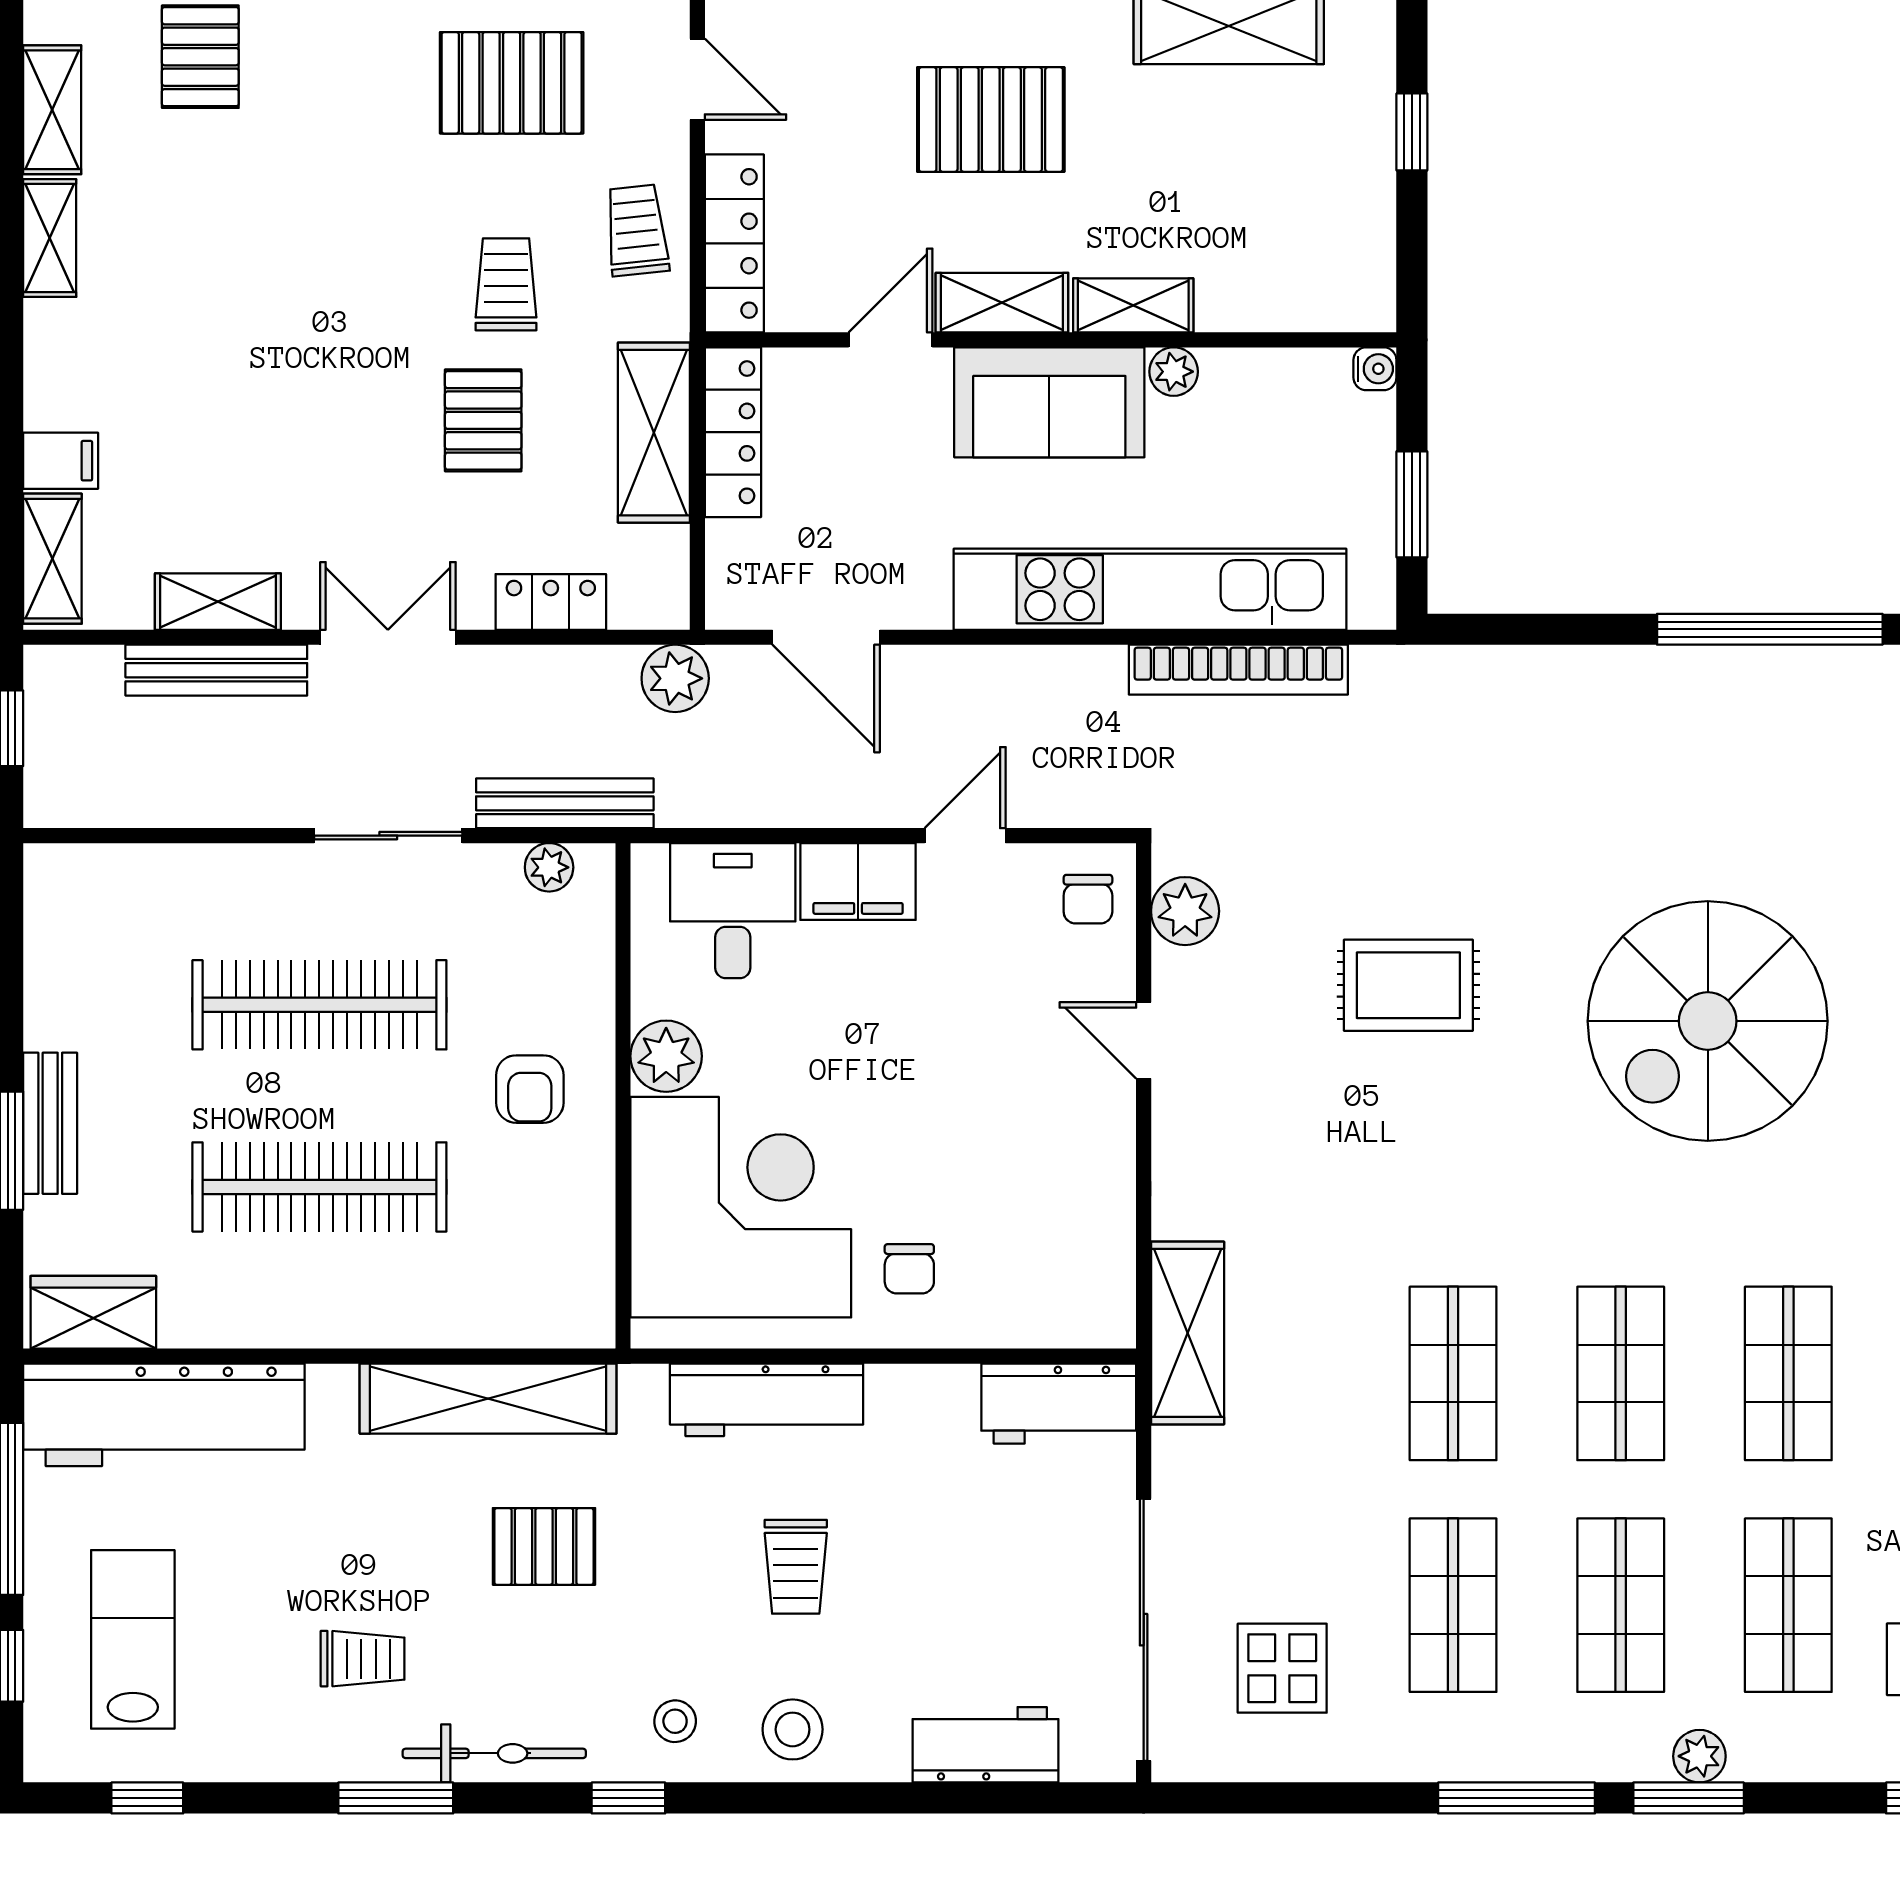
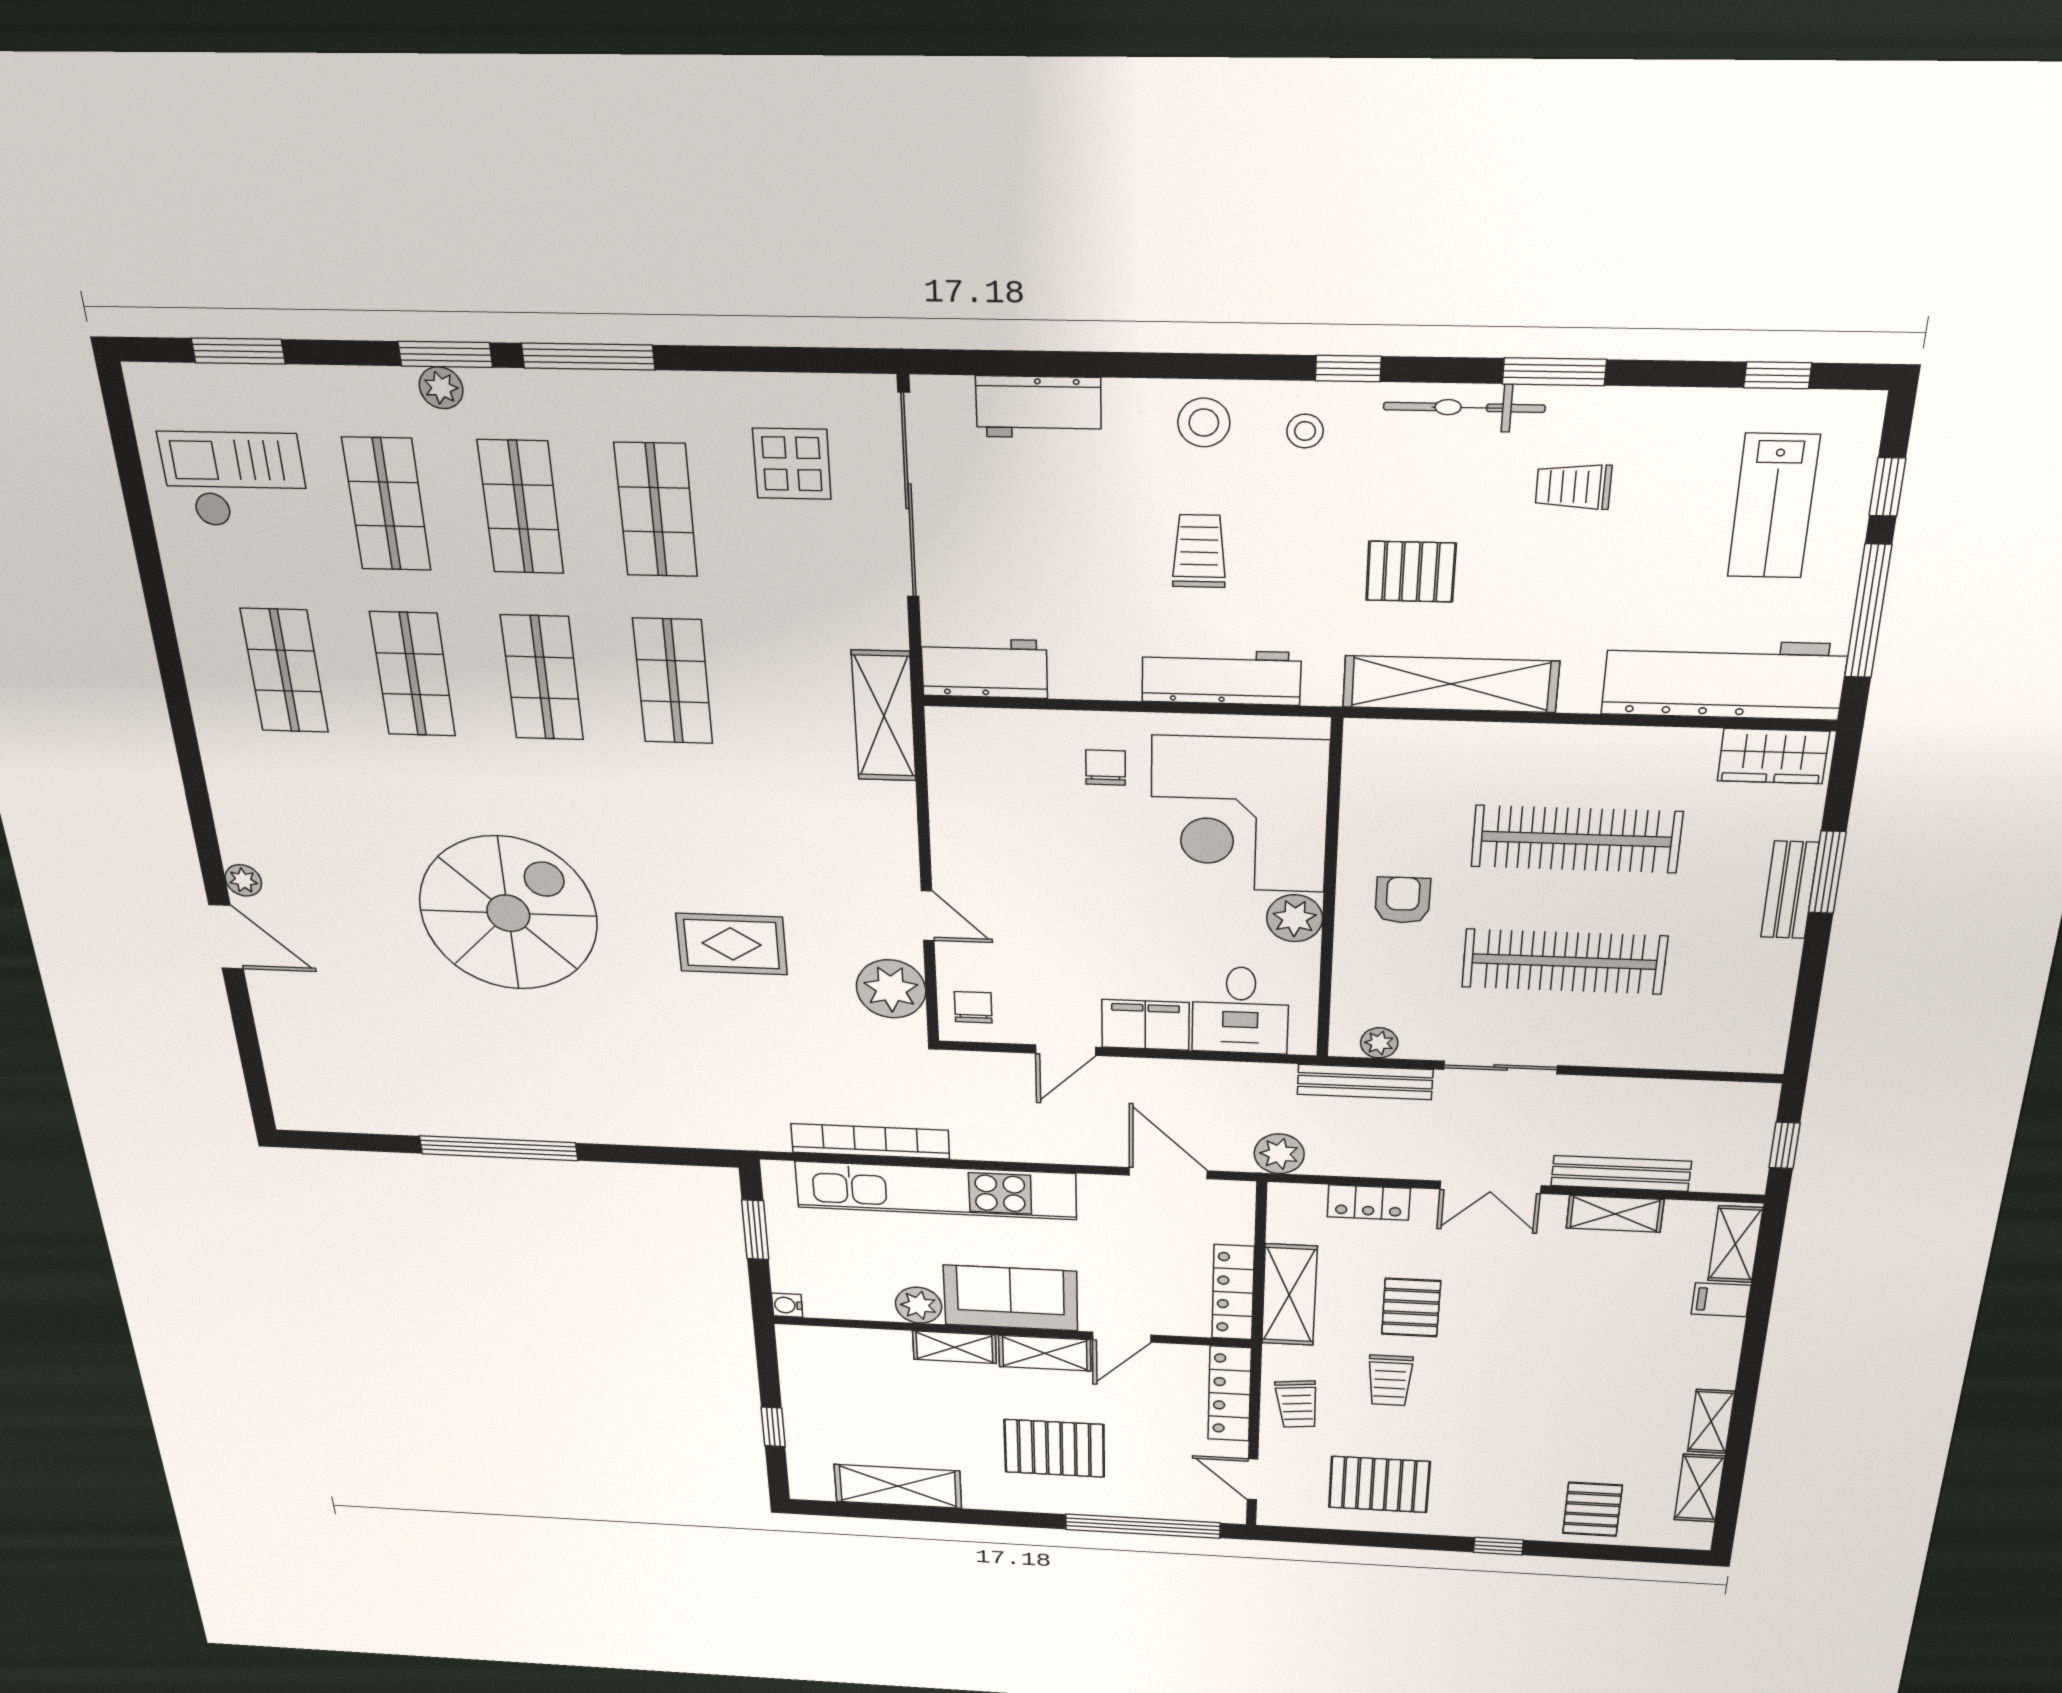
plant: (1174, 372) -> (919, 1305), width x1.38, depth x1.38
plant: (1185, 911) -> (891, 989), width x1.36, depth x1.36

